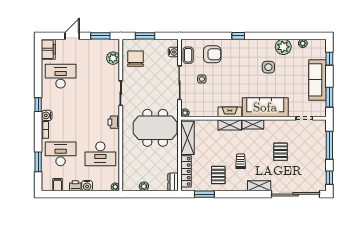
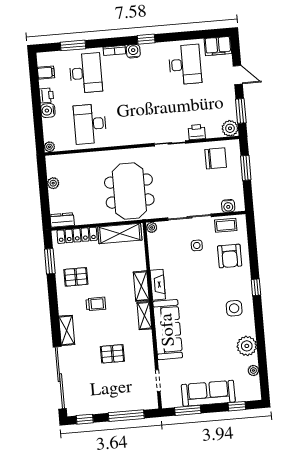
plant: (113, 58) -> (230, 128), moved
side table: (268, 67) -> (234, 308), moved
printer: (114, 122) -> (197, 132), moved

